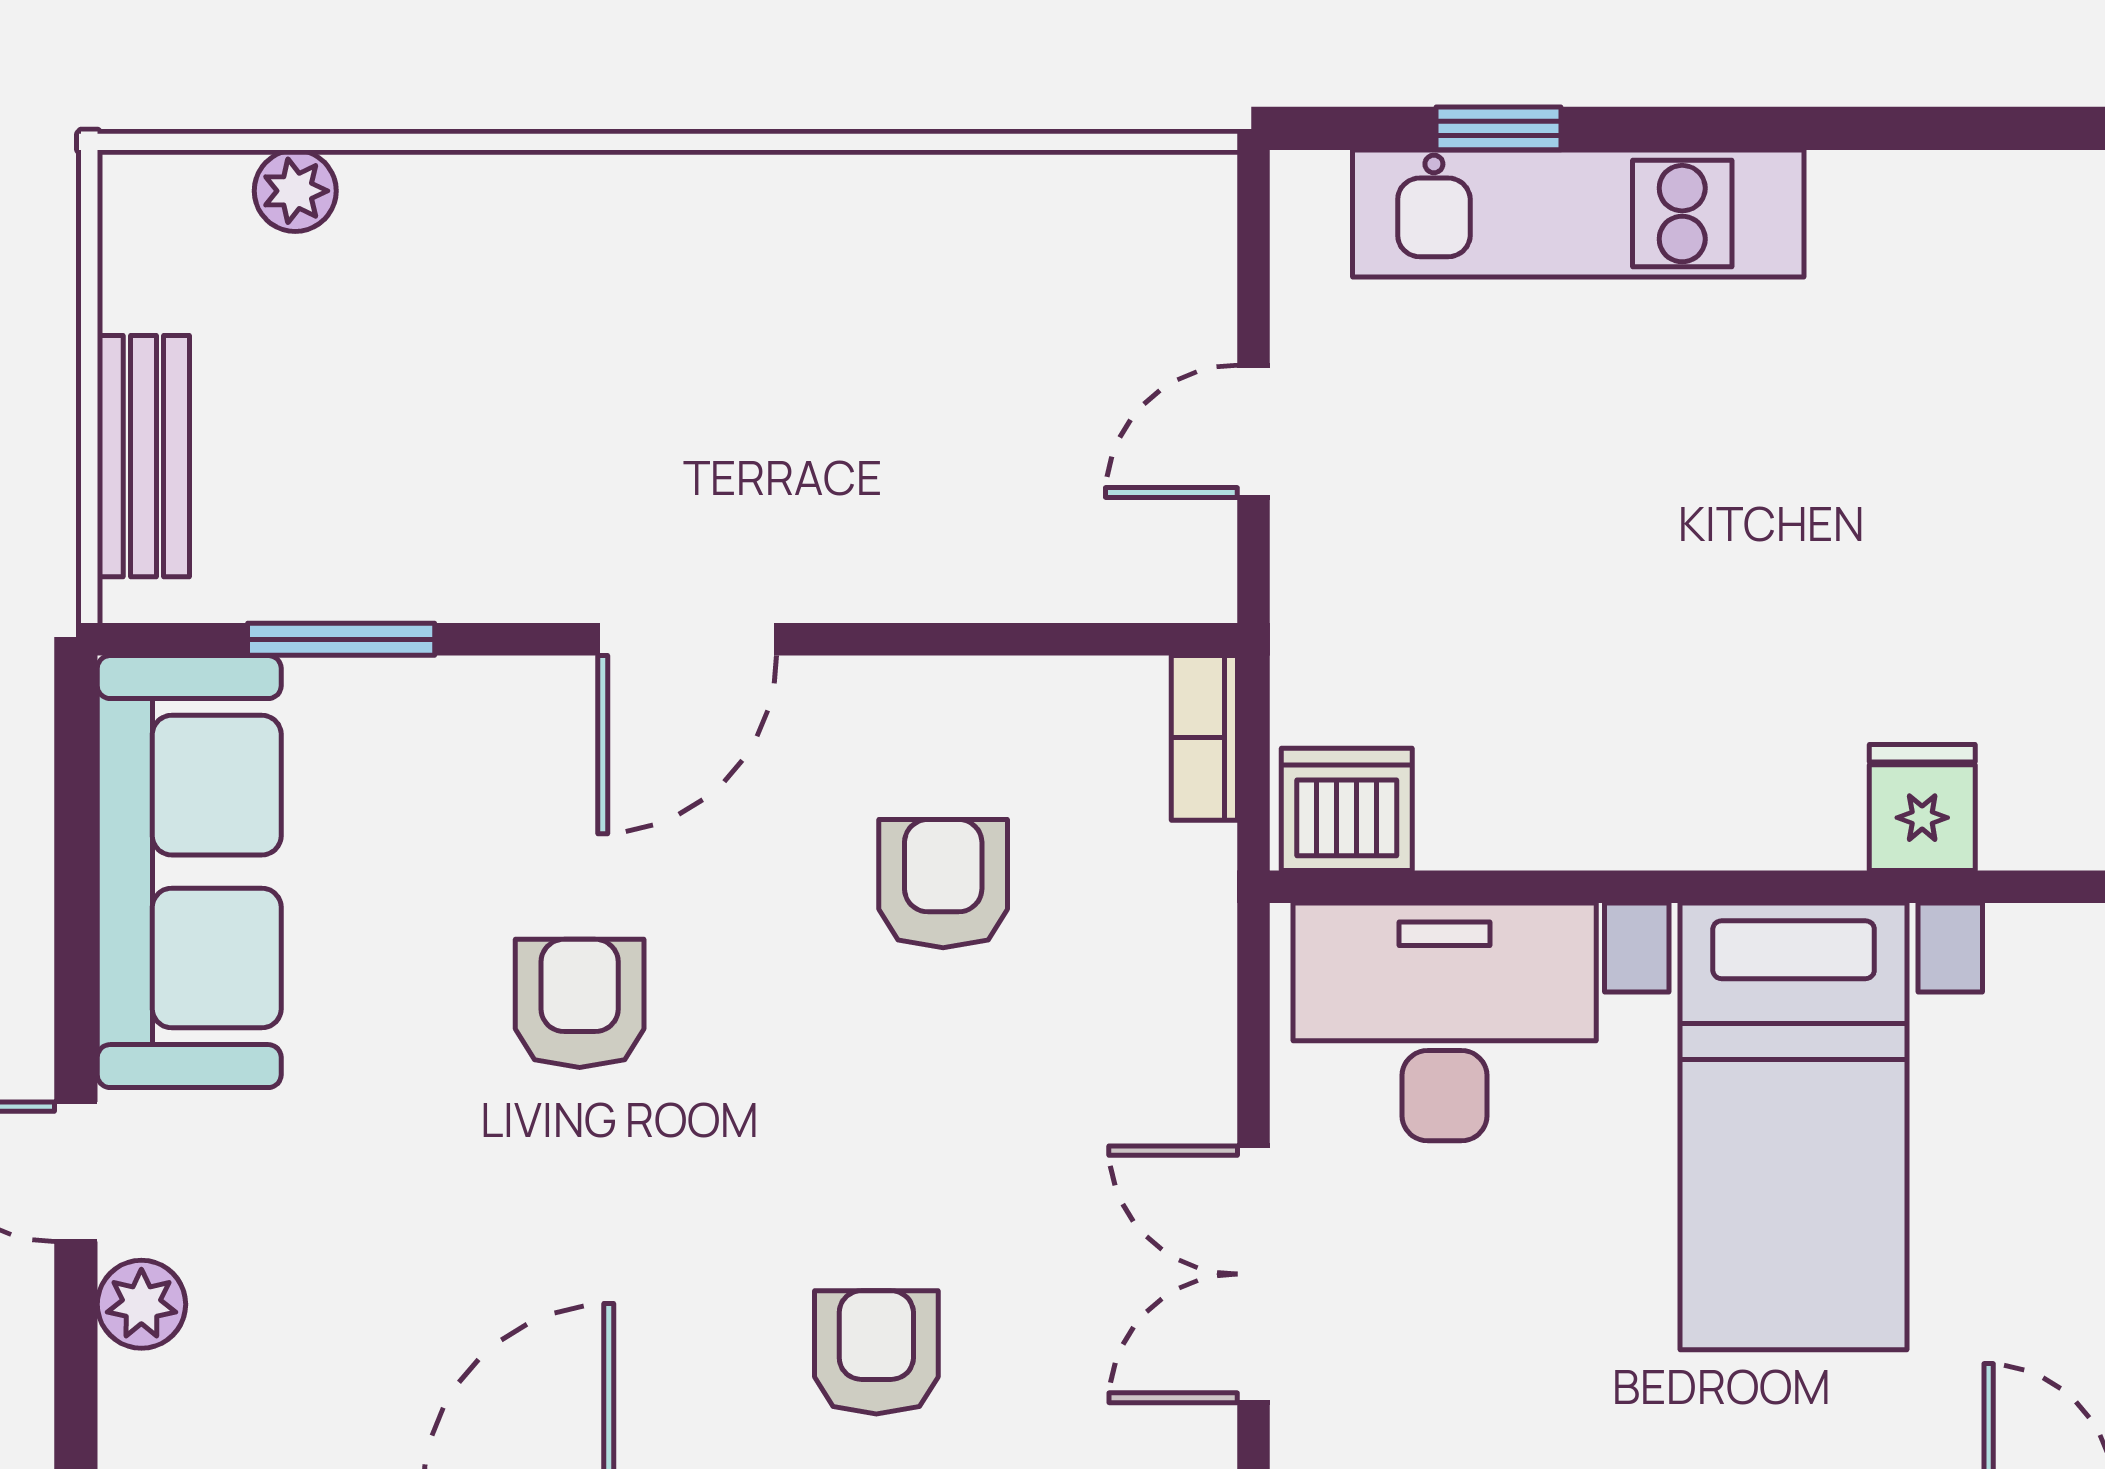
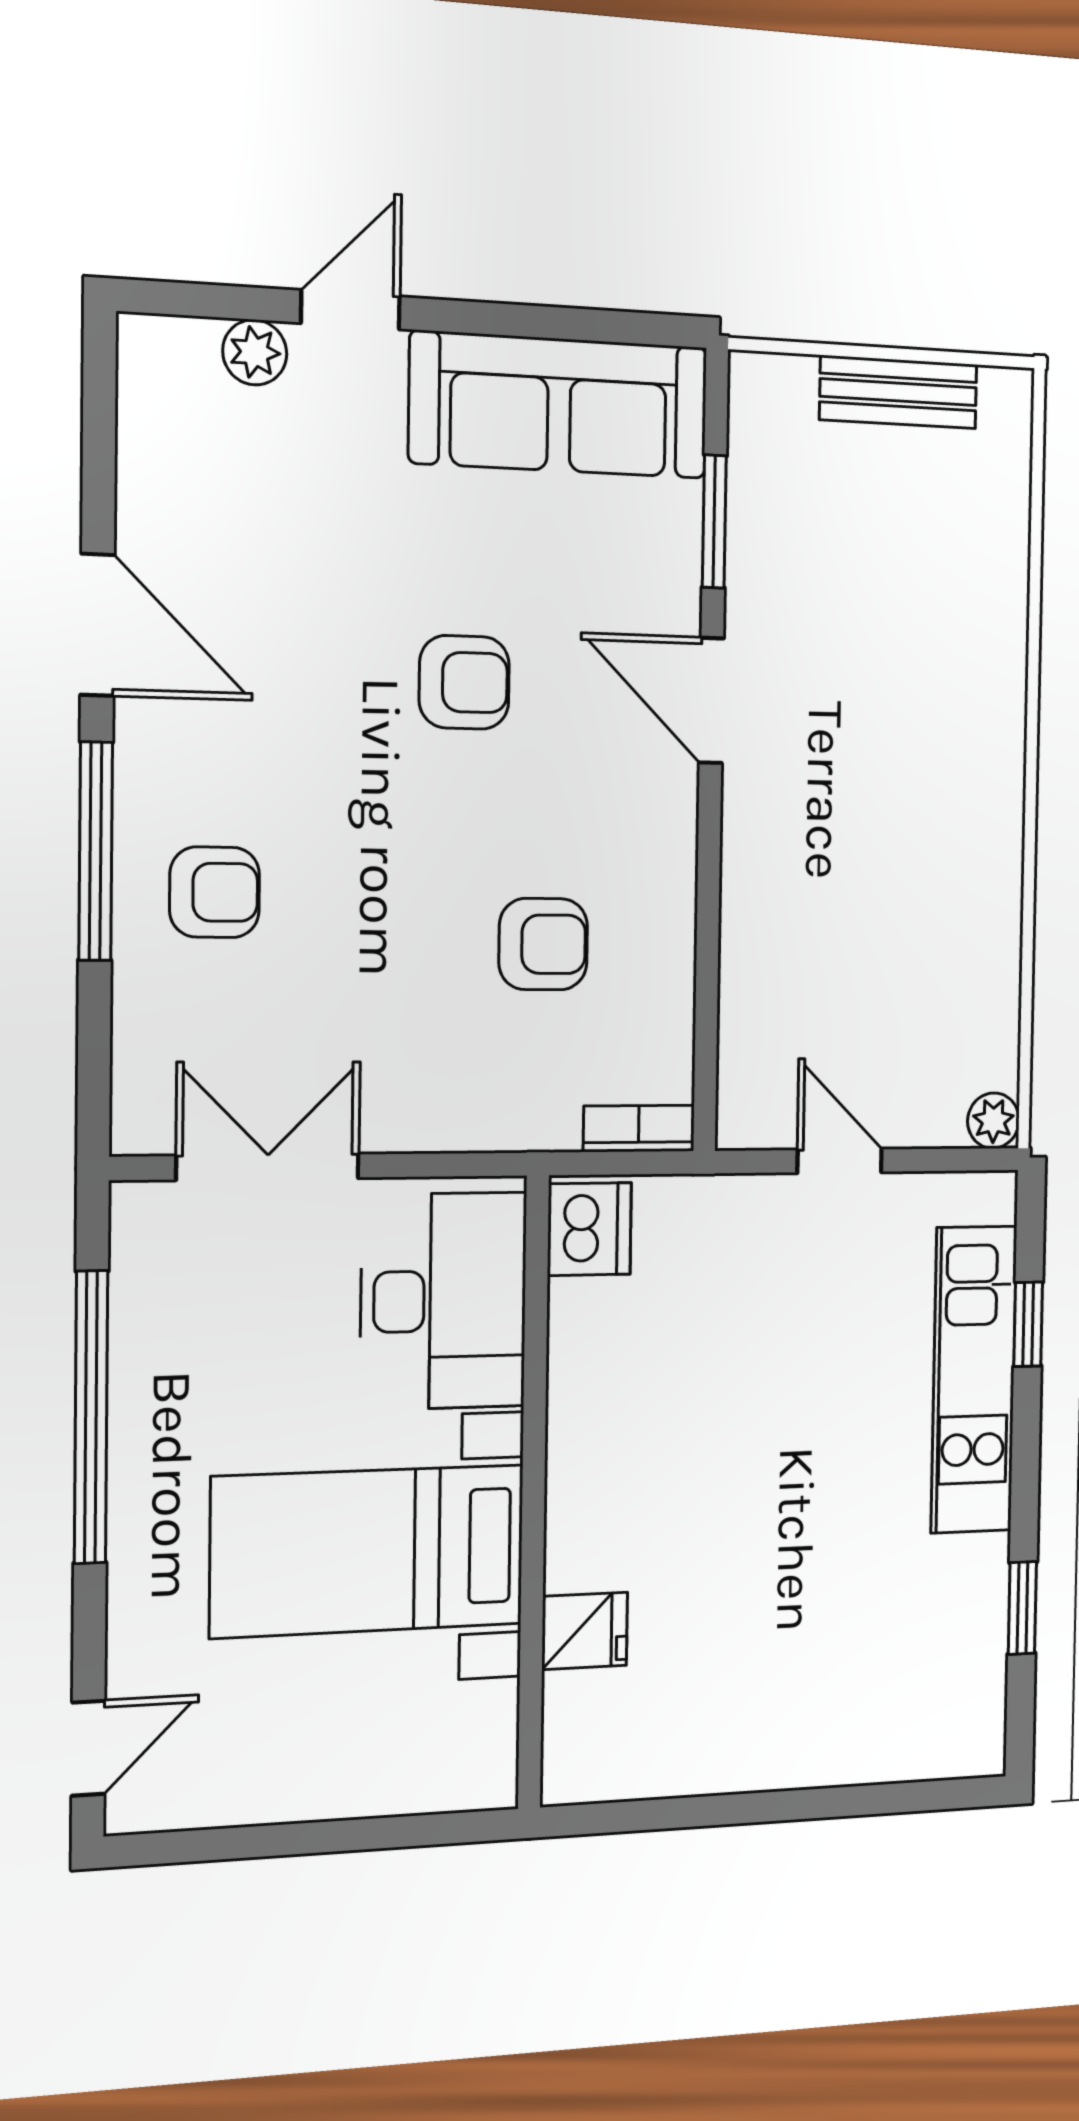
window: (1922, 128) -> (1022, 1608), added
plant: (295, 191) -> (993, 1121), moved
bench: (143, 456) -> (898, 392), moved
door: (687, 639) -> (711, 700), moved

